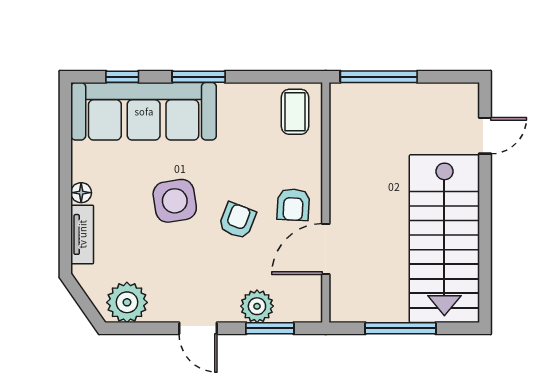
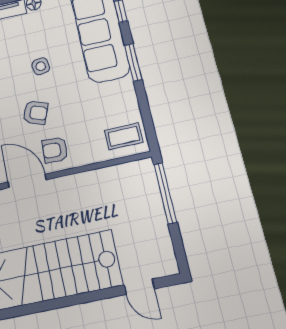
side table: (175, 201) -> (41, 66), width x0.54, depth x0.54

